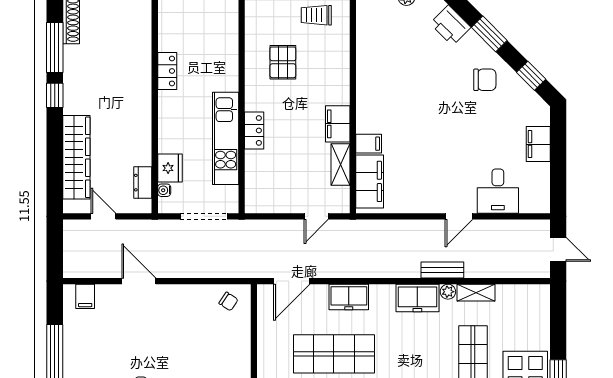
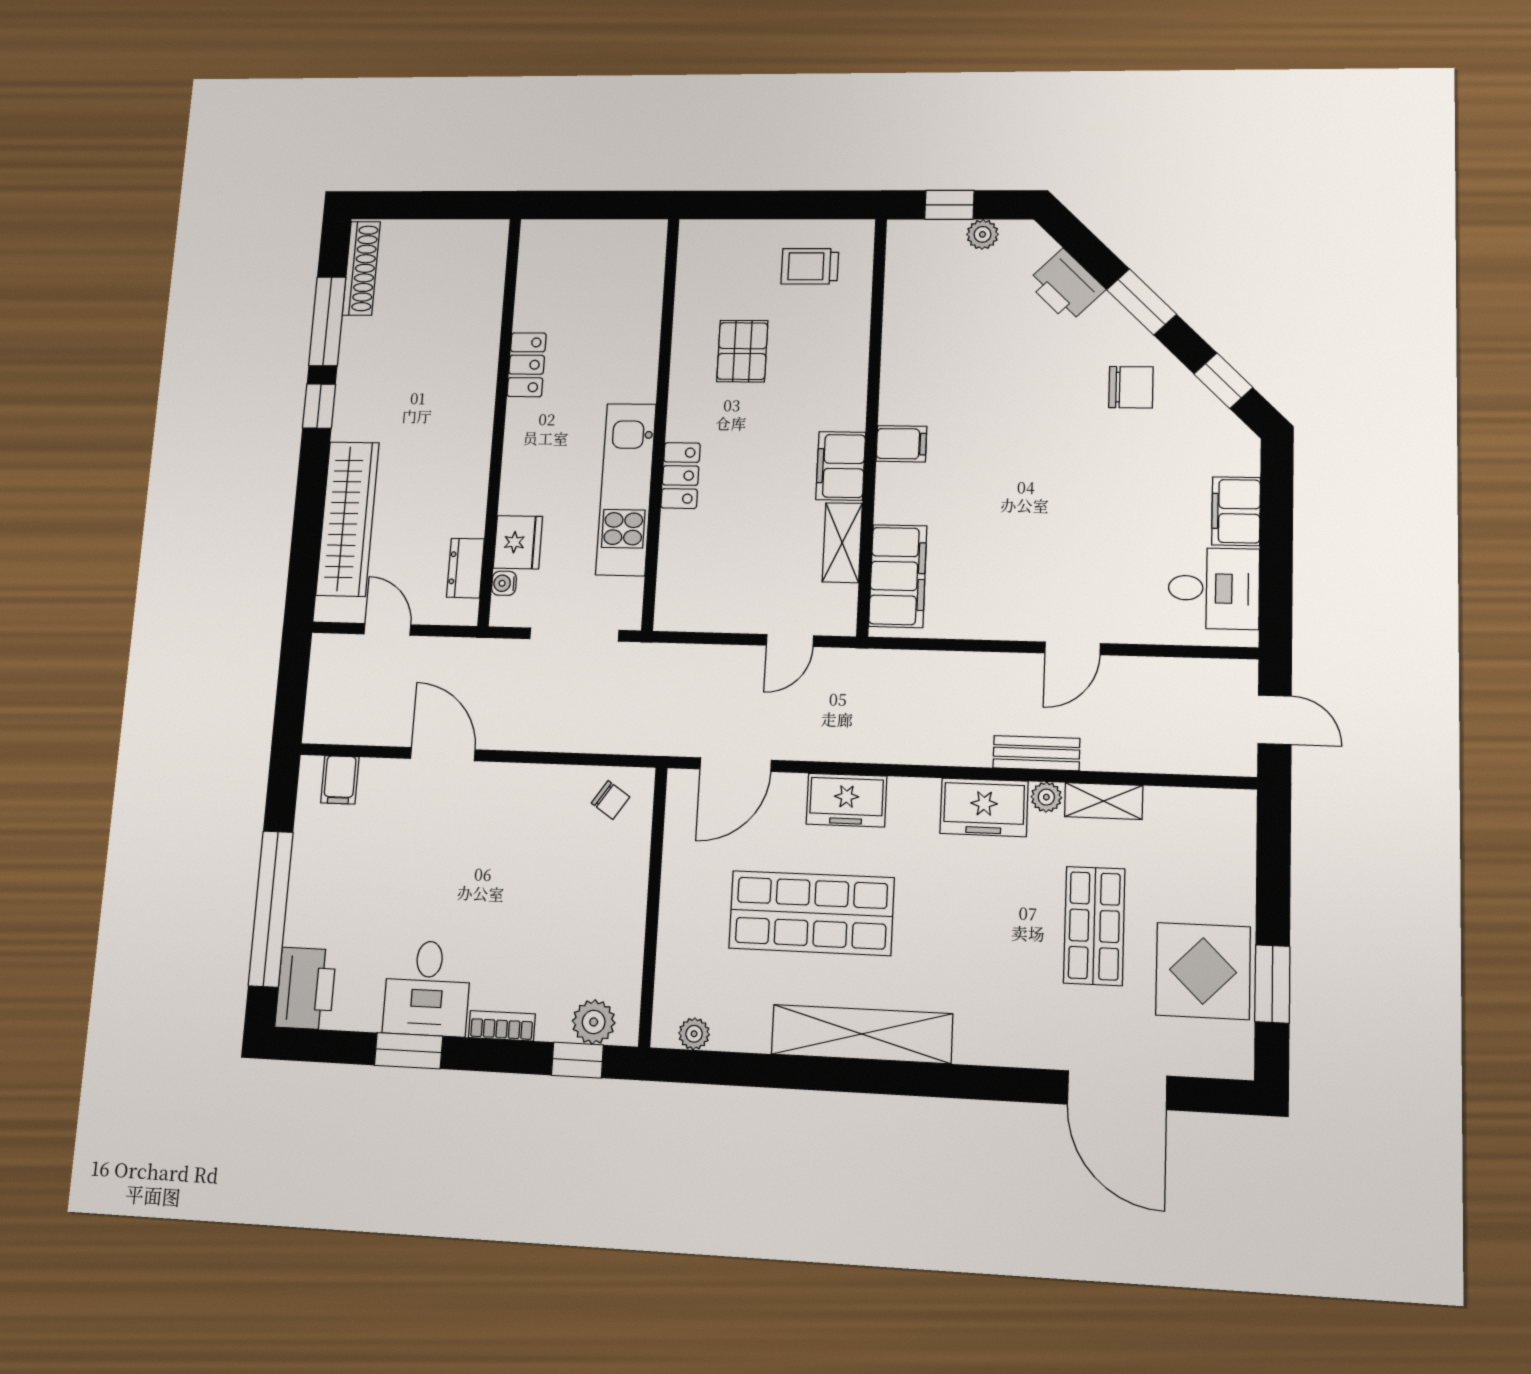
filing cabinet: (369, 144) -> (901, 444), moved
desk: (498, 191) -> (1214, 588), moved, turned -90

